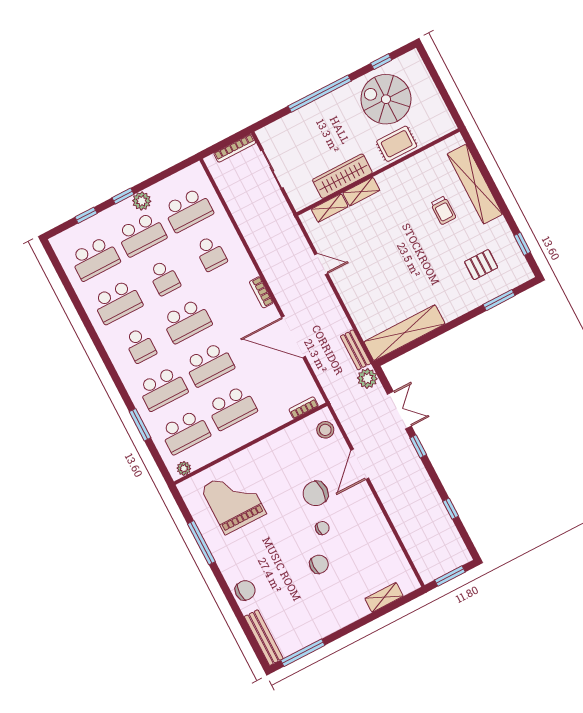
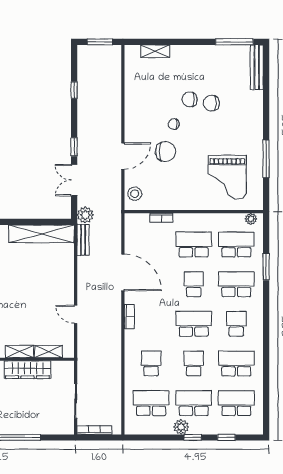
school desk: (209, 364) -> (194, 284), width x0.54
bookcase: (304, 408) -> (161, 218), moved
chair: (245, 590) -> (211, 103), moved

